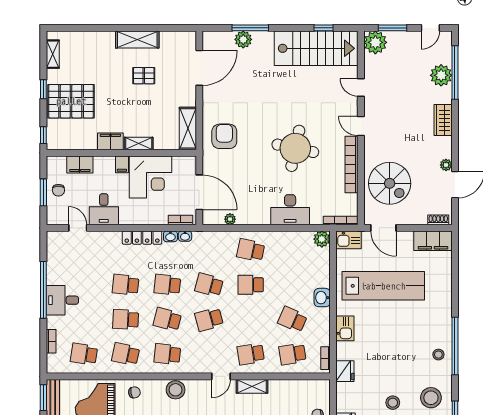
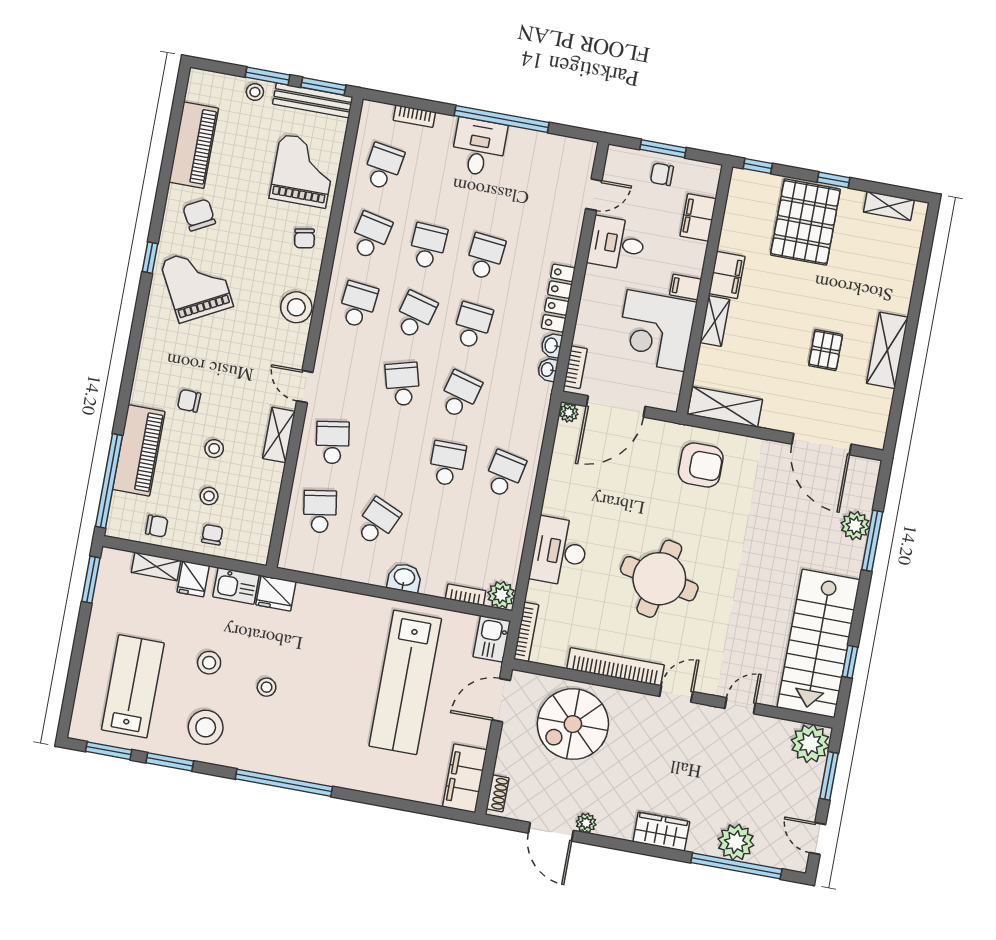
plant: (230, 219) -> (569, 413), moved
kitchen sink: (345, 328) -> (236, 586), moved
stool: (438, 355) -> (267, 687), moved
bookcase: (325, 358) -> (466, 595), moved

